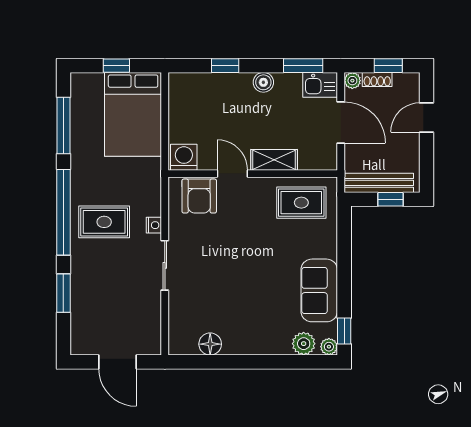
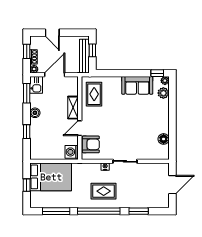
rug: (104, 222) -> (104, 191), turned 90

